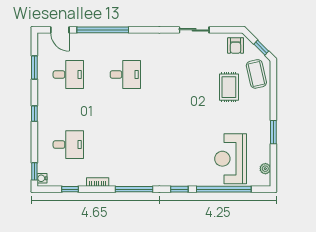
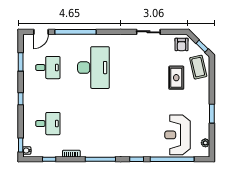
door: (60, 30) -> (41, 32), hinge flipped
desk: (125, 74) -> (93, 68), width x1.87, depth x1.30

